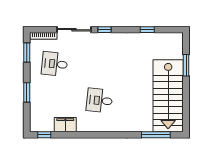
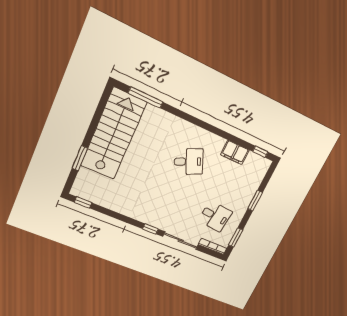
window: (147, 30) -> (83, 202), moved
desk: (99, 100) -> (189, 162), turned -30

